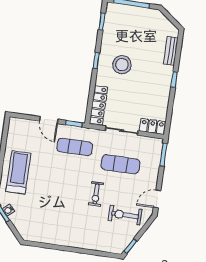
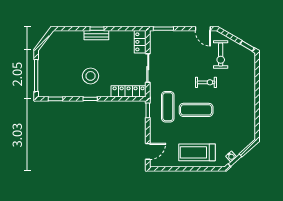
bench: (171, 51) -> (96, 35), moved
door: (49, 120) -> (148, 151), moved
exercise mat: (120, 164) -> (196, 110), moved, turned 90

